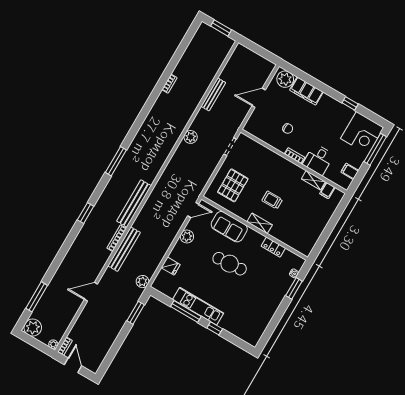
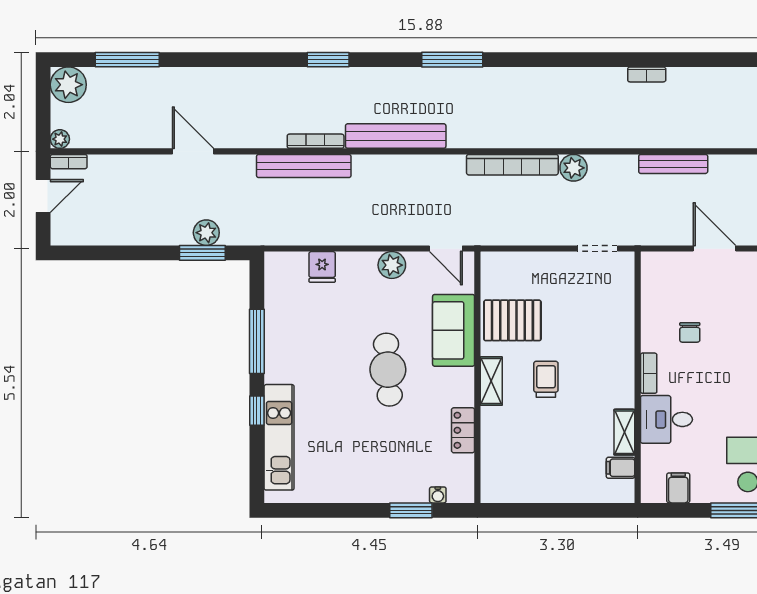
bookcase: (174, 162) -> (512, 165), added
pallet: (233, 185) -> (512, 320), moved
plant: (142, 282) -> (206, 233), moved
kitchen unit: (198, 306) -> (279, 437), moved

